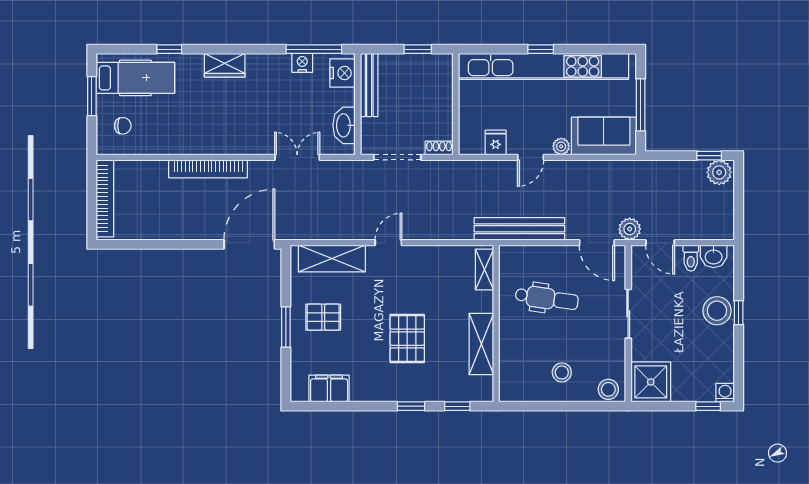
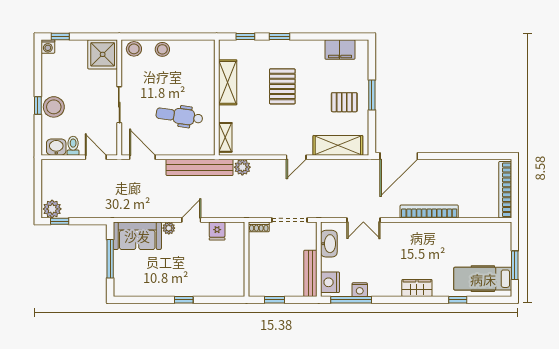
kitchen unit: (543, 66) -> (182, 287), removed
chair: (123, 126) -> (492, 243), removed
plant: (630, 229) -> (242, 167), moved
stool: (562, 372) -> (162, 49), moved

